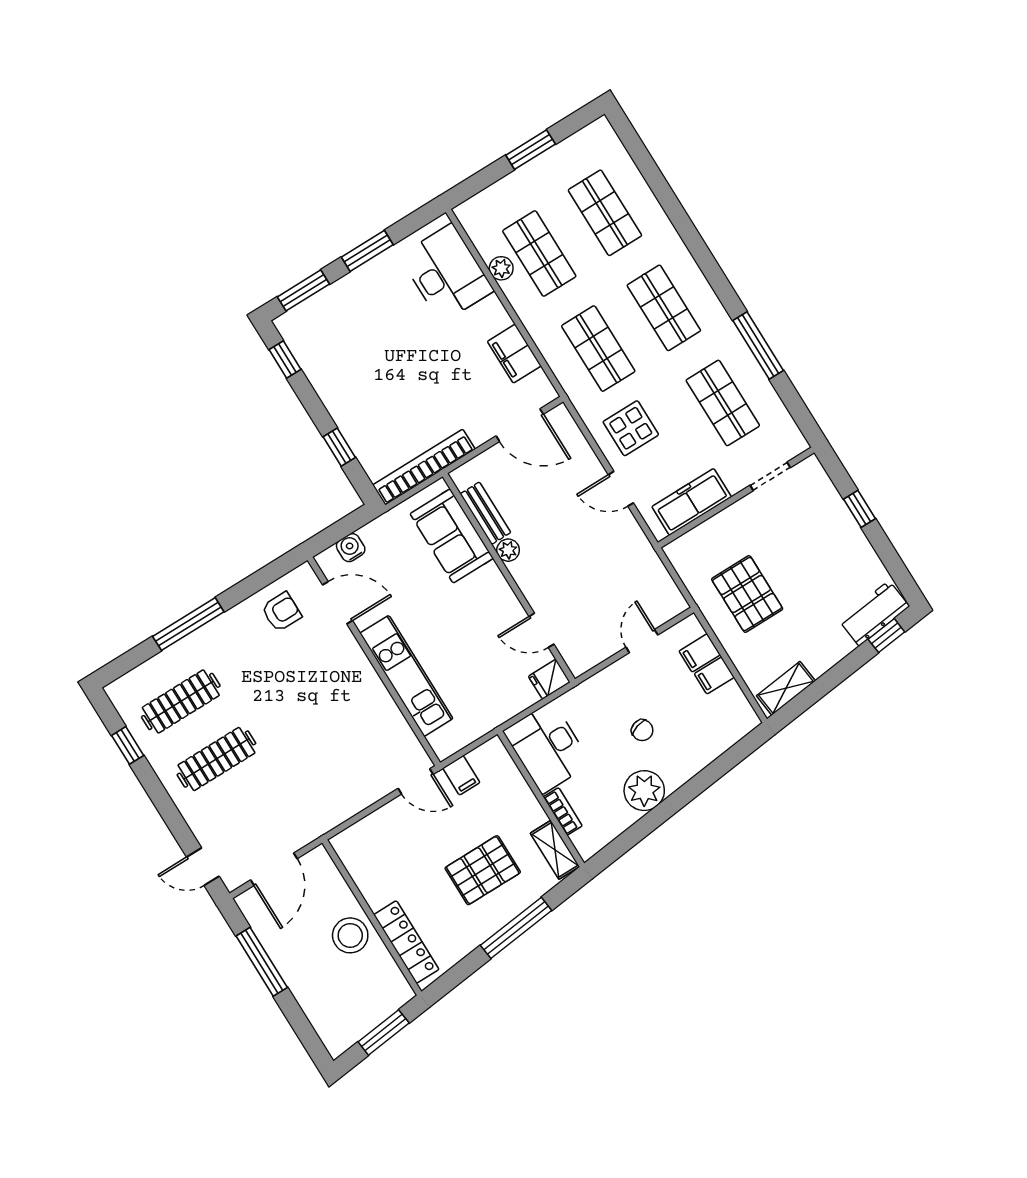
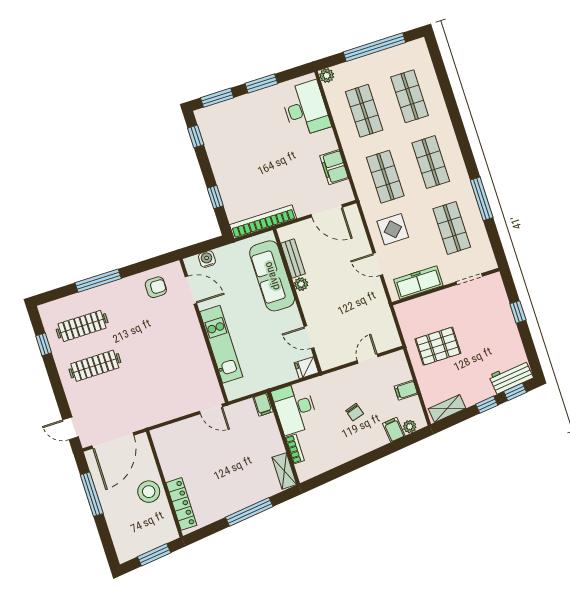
window: (531, 150) -> (374, 47), width x2.11
plant: (501, 268) -> (327, 76), moved
sofa: (452, 536) -> (272, 276), width x1.36
pallet: (747, 594) -> (438, 346), turned 90
filing cabinet: (700, 653) -> (394, 430), moved, turned 84
window: (847, 667) -> (487, 405), added
filing cabinet: (461, 775) -> (263, 405), moved
plant: (644, 791) -> (410, 427), moved, width x0.53, depth x0.53
door: (274, 869) -> (113, 440), width x1.36
pallet: (483, 870) -> (238, 472), removed

